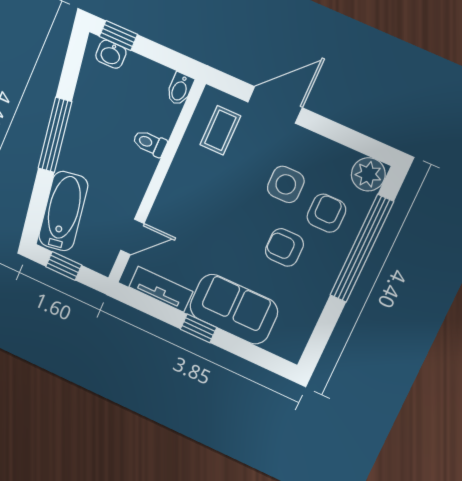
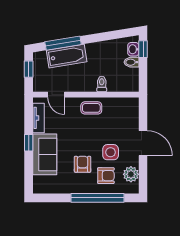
bidet: (180, 89) -> (132, 62), moved
door: (275, 105) -> (143, 143), moved
coffee table: (220, 130) -> (91, 108), moved
window: (55, 135) -> (63, 43), moved
plant: (368, 174) -> (131, 174), moved
bathtub: (63, 211) -> (67, 56), moved

